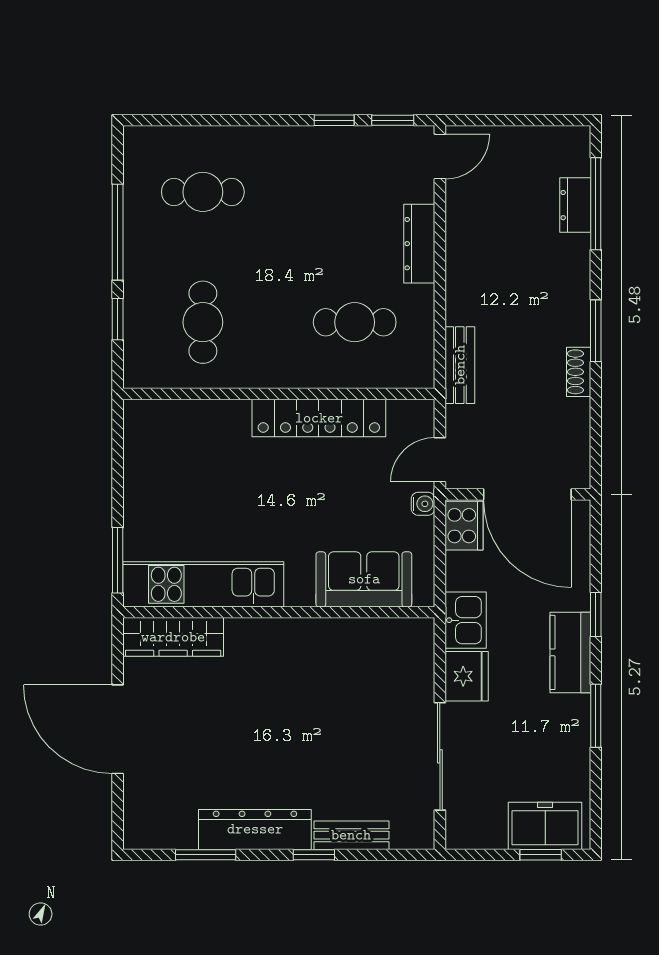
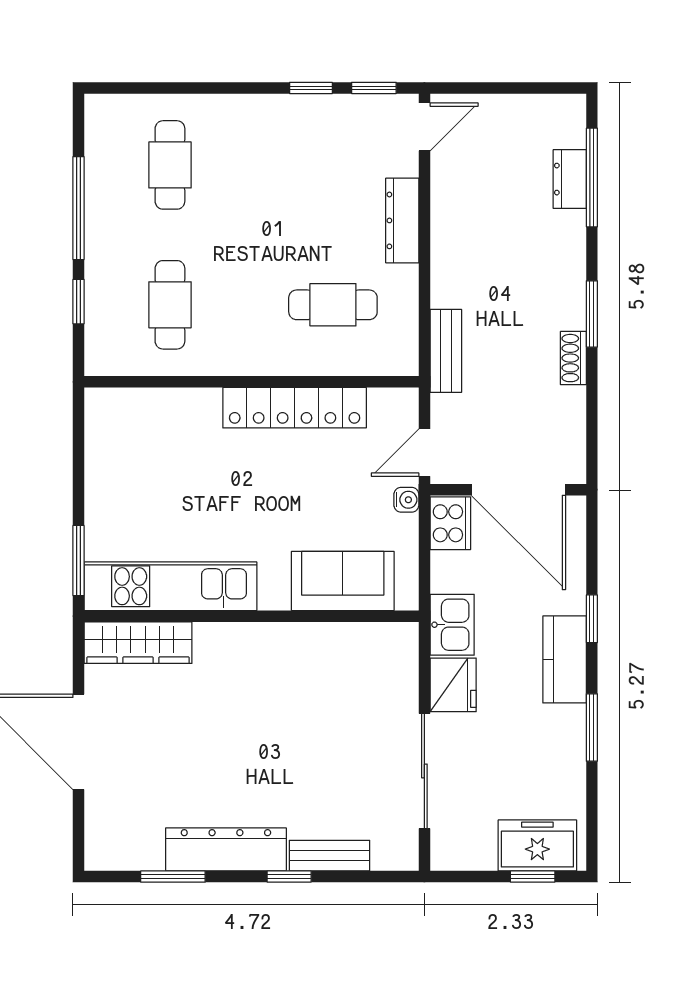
cafe table: (203, 192) -> (170, 165), turned 90

